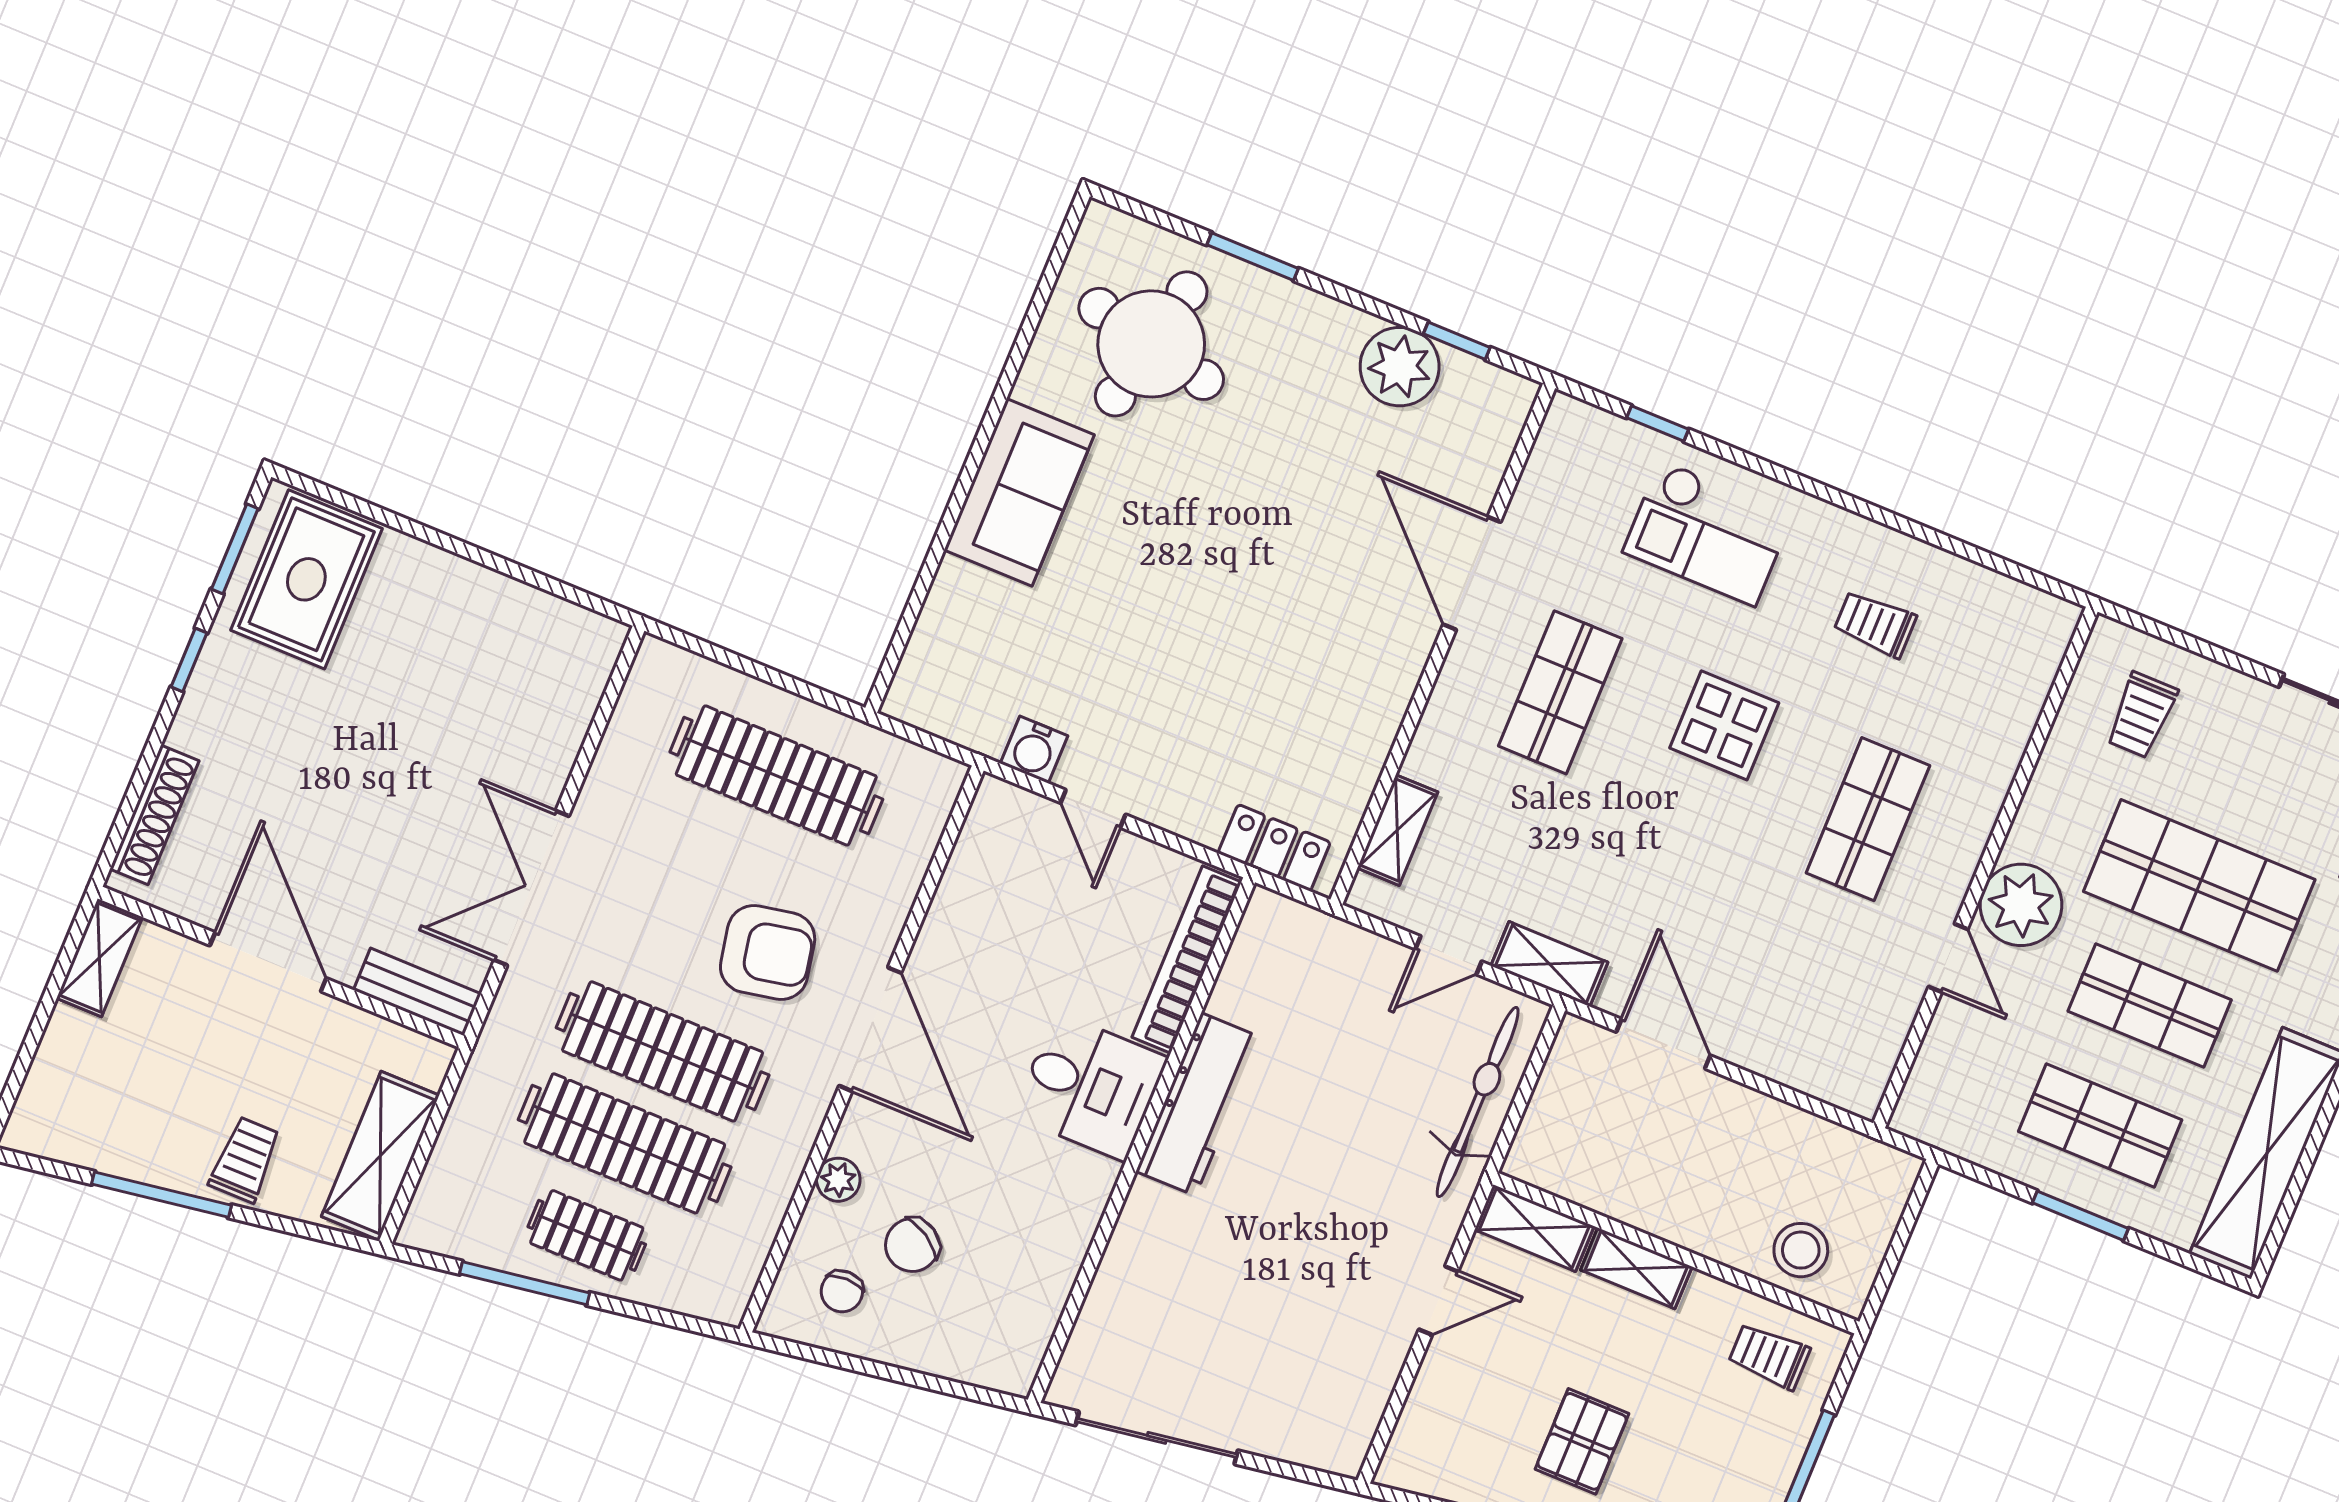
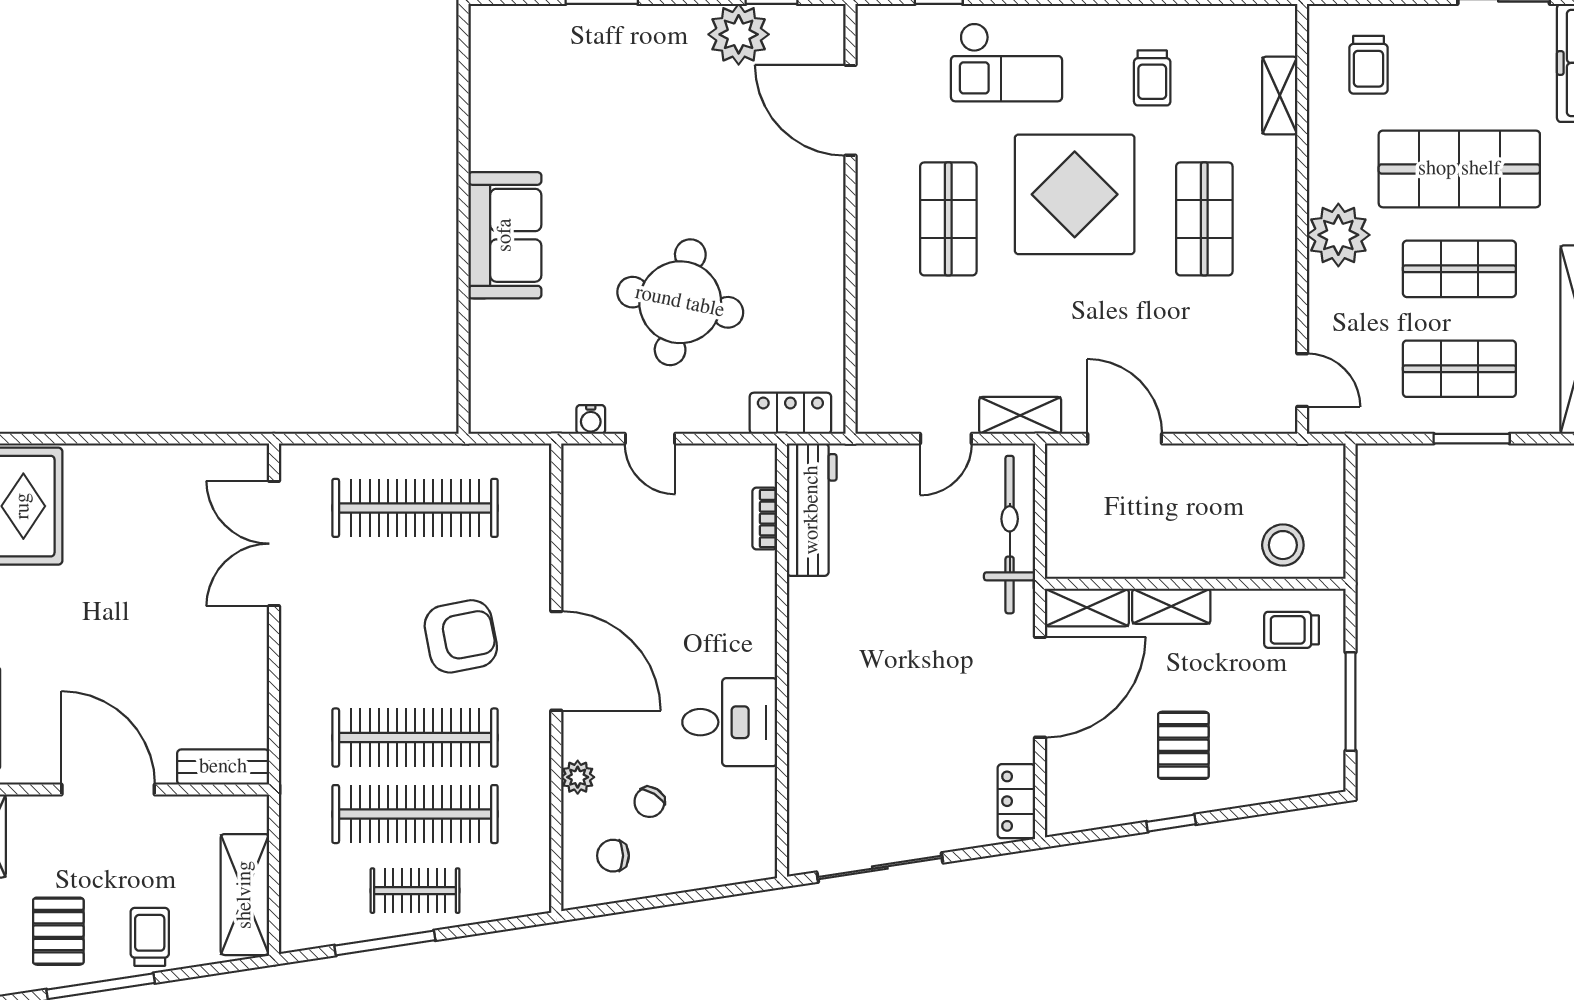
round table: (1151, 344) -> (680, 302), moved
door: (1472, 573) -> (851, 110), moved
trolley: (1875, 624) -> (1152, 78), turned -90
display table: (1724, 725) -> (1075, 194), width x1.86, depth x1.86
water cooler: (1034, 750) -> (591, 419), width x0.72, depth x0.72
shelving: (1397, 830) -> (1280, 96), moved
double door: (532, 888) -> (274, 544), moved
door: (1948, 958) -> (1302, 380), moved
bookcase: (1187, 960) -> (765, 519), width x0.43, depth x0.76
desk: (1090, 1087) -> (730, 722), moved
workbench: (1198, 1104) -> (812, 510), moved
pallet: (138, 1107) -> (58, 931), added
chair: (912, 1245) -> (649, 802), width x0.73, depth x0.73
chair: (842, 1291) -> (613, 856), turned 90
door: (1439, 1300) -> (1040, 687), width x1.88
locker: (1354, 1426) -> (1016, 801), added

